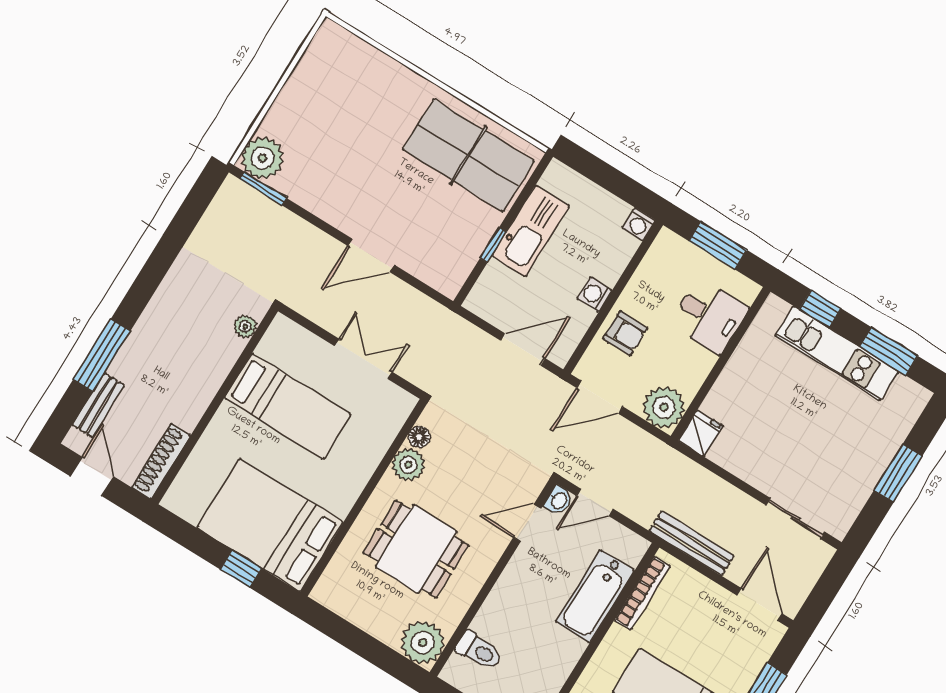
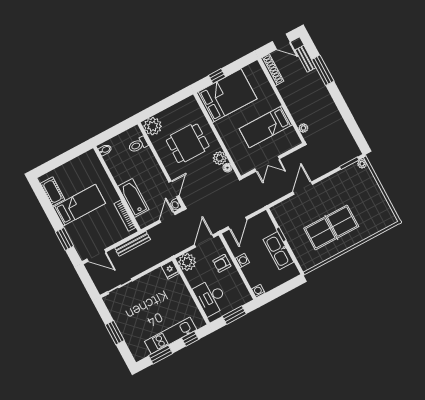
table tennis table: (468, 155) -> (331, 227), moved
plant: (263, 158) -> (362, 164), width x0.53, depth x0.53
desk: (709, 316) -> (211, 297), width x1.37

